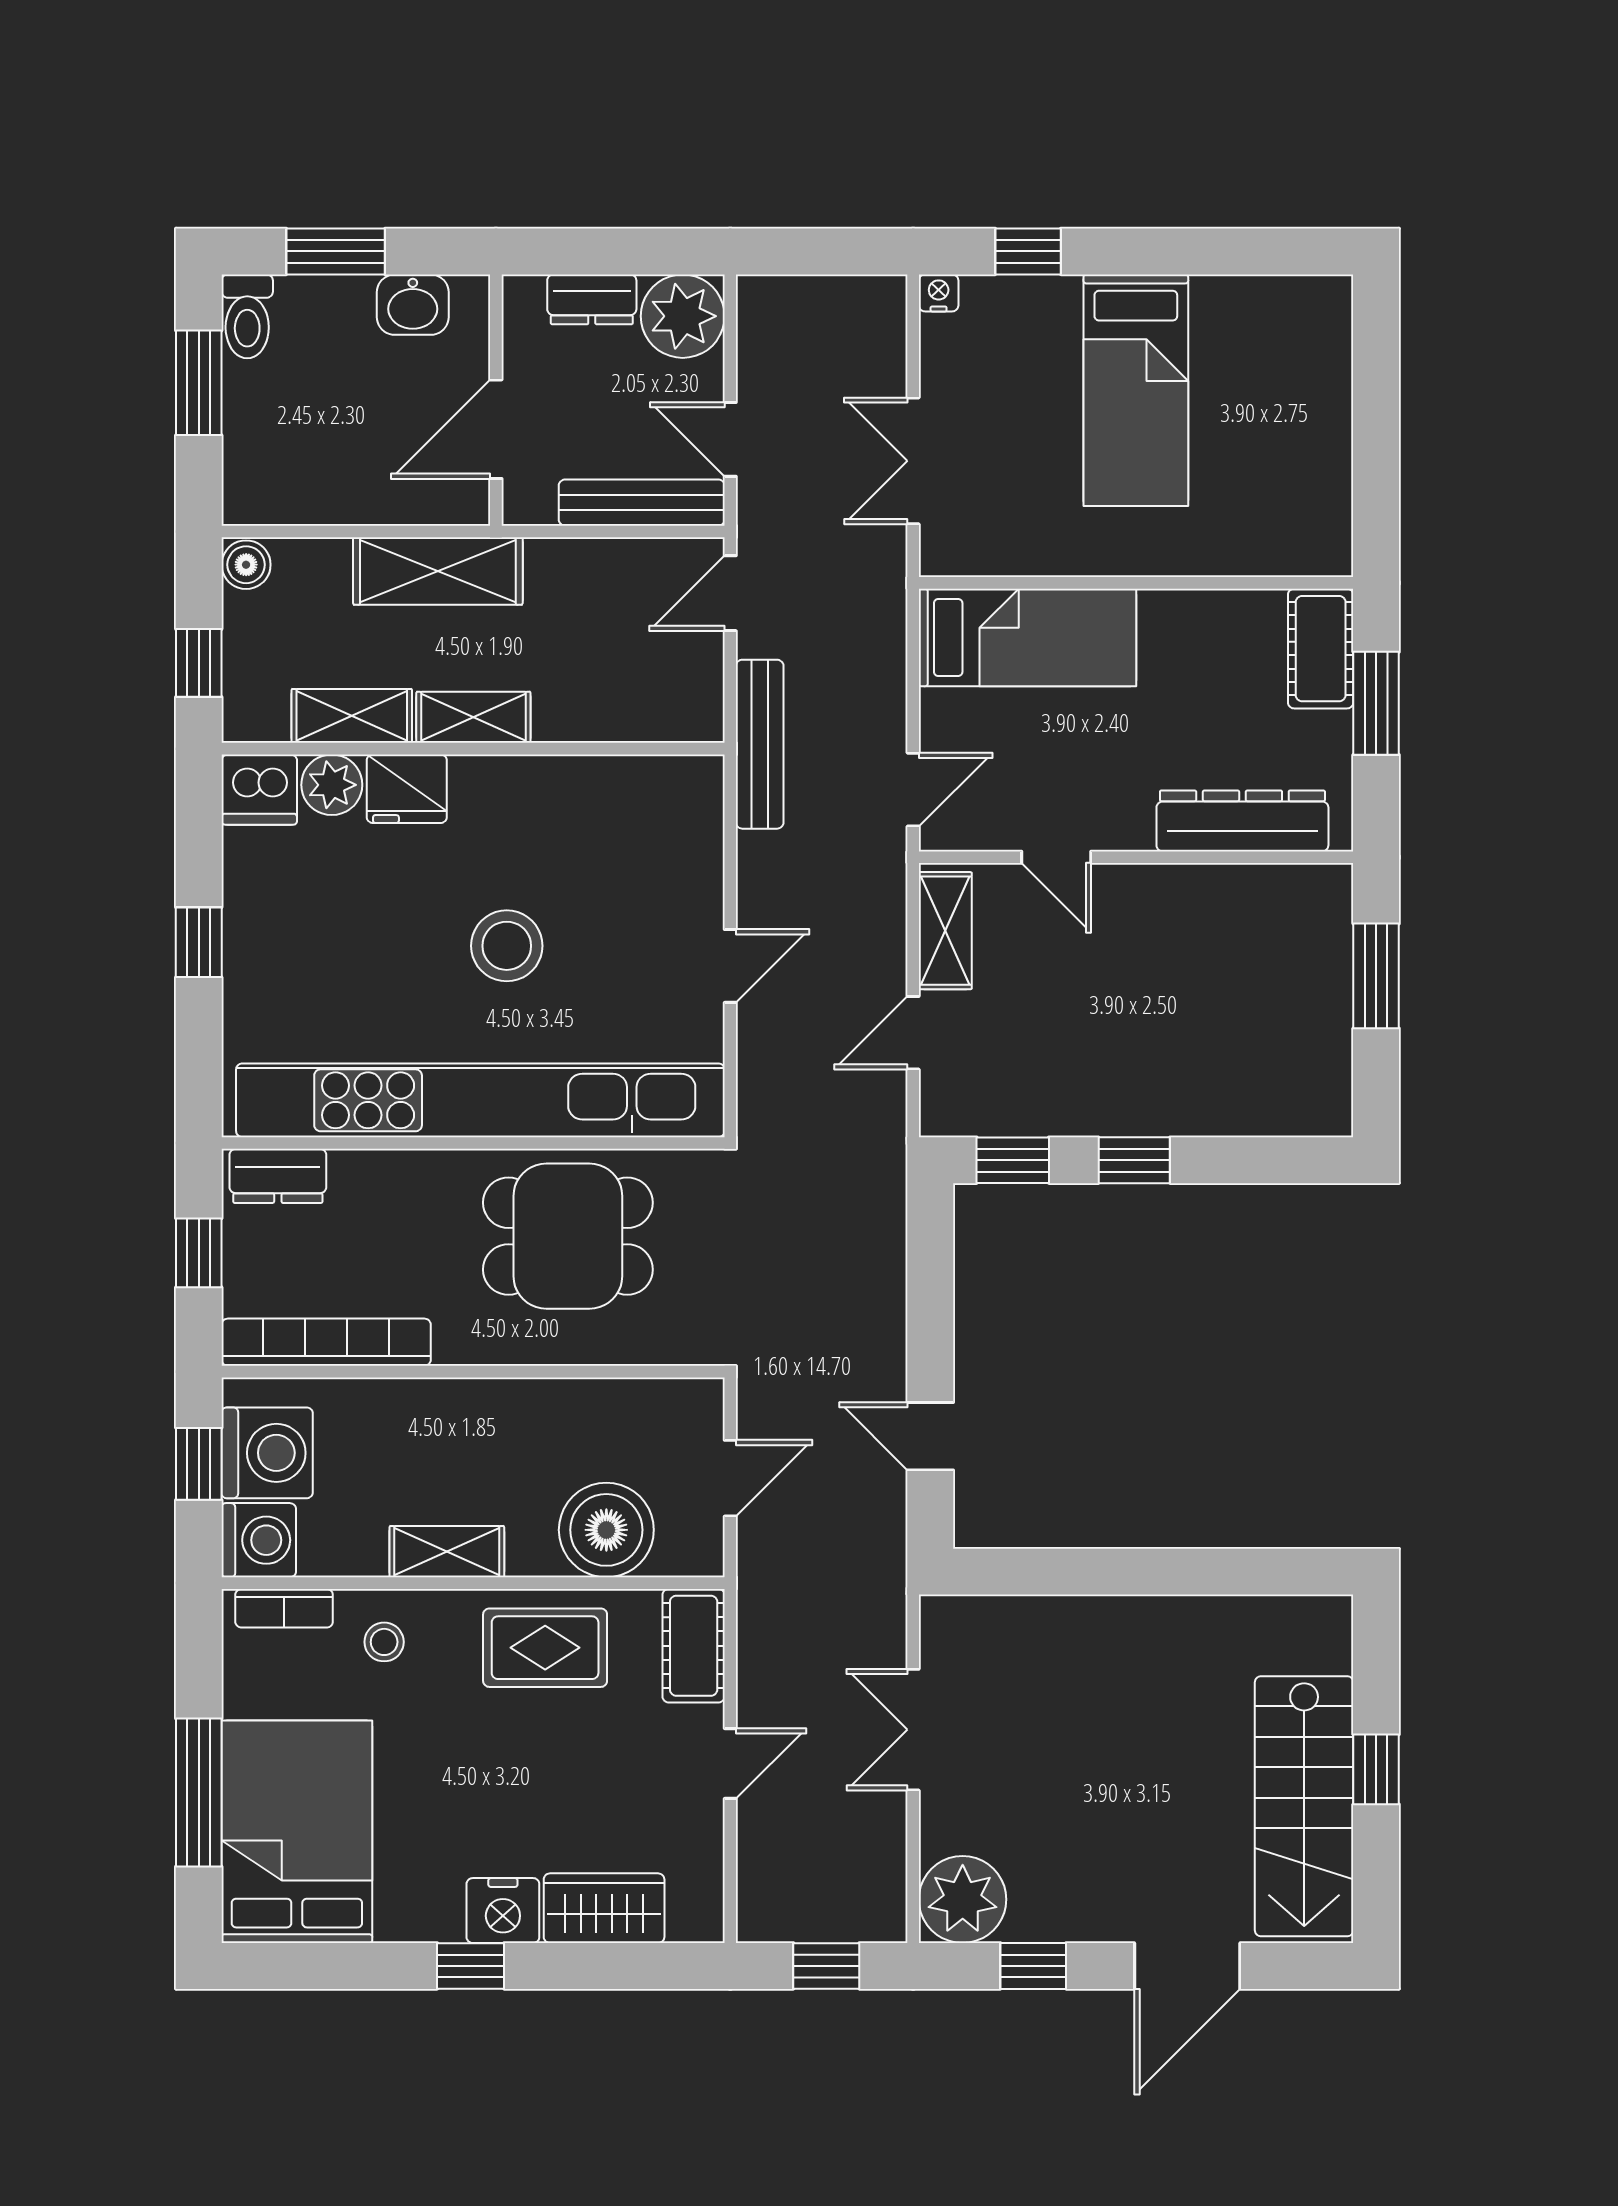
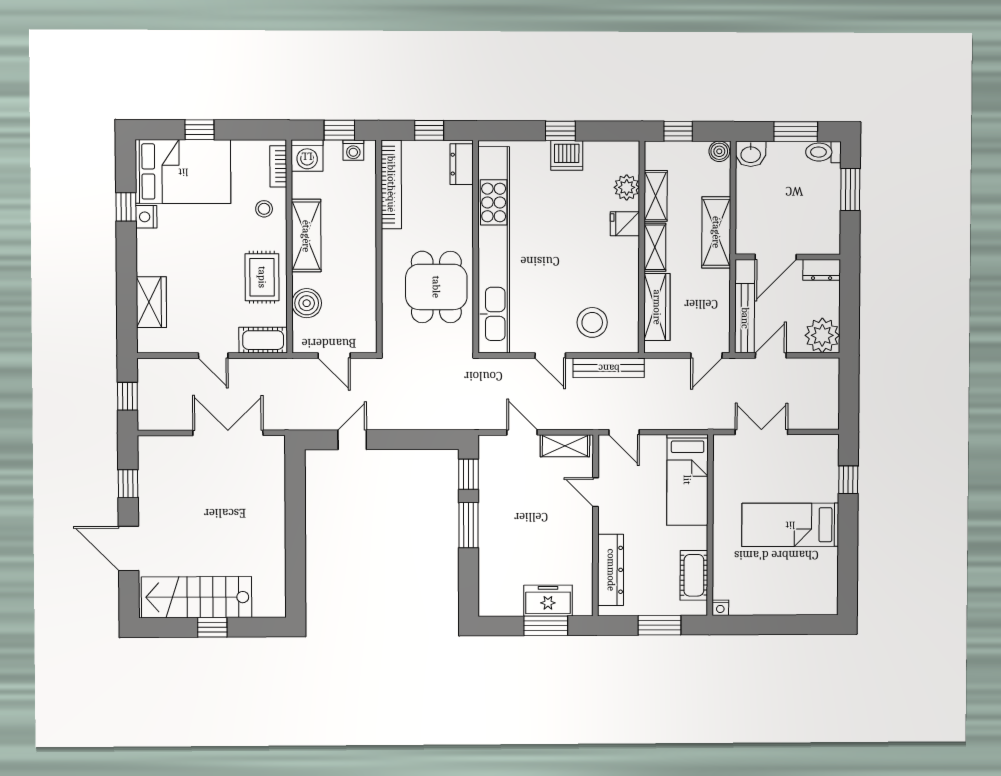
nightstand: (939, 293) -> (720, 608), moved, turned 90
dresser: (592, 299) -> (822, 270), moved, turned -90
washbasin: (413, 305) -> (751, 154), moved, turned -90
door: (496, 429) -> (776, 257), swing flipped
door: (730, 593) -> (706, 355), swing flipped
cot: (1321, 649) -> (694, 575), moved, turned 90
wardrobe: (615, 712) -> (657, 307), added
bench: (760, 744) -> (609, 368), moved
fridge: (407, 789) -> (625, 224), width x0.72
dishwasher: (259, 790) -> (567, 155), moved, turned -90
door: (1056, 857) -> (596, 492), hinge flipped
stool: (507, 946) -> (592, 322), moved
freezer: (1316, 971) -> (548, 601), added
window: (1134, 1160) -> (469, 525), width x1.50
washing machine: (267, 1453) -> (353, 150), width x0.53, depth x0.53
boiler: (606, 1530) -> (307, 303), width x0.73, depth x0.73
shelving: (447, 1552) -> (306, 236), width x1.50, depth x1.33
double door: (913, 1730) -> (228, 433), width x1.37
window: (199, 1792) -> (199, 130), width x0.46
plant: (963, 1899) -> (156, 454), removed
nightstand: (503, 1911) -> (146, 217), moved, width x0.74, depth x0.75
window: (471, 1966) -> (126, 207), moved

